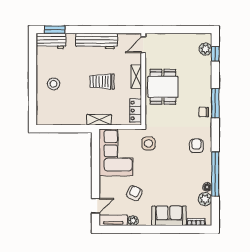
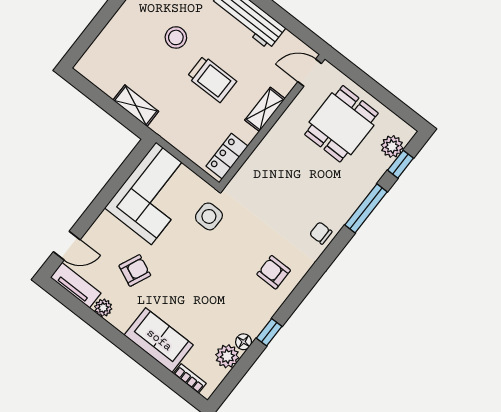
trolley: (102, 82) -> (212, 79), turned 180
stool: (54, 84) -> (176, 37), moved
dining table: (163, 87) -> (341, 124), moved
window: (215, 103) -> (366, 208), moved
shelving: (99, 120) -> (136, 106), moved
armchair: (196, 146) -> (274, 272), turned -90
window: (215, 174) -> (269, 332), width x0.32

